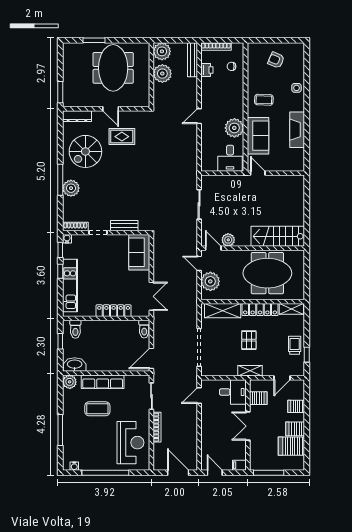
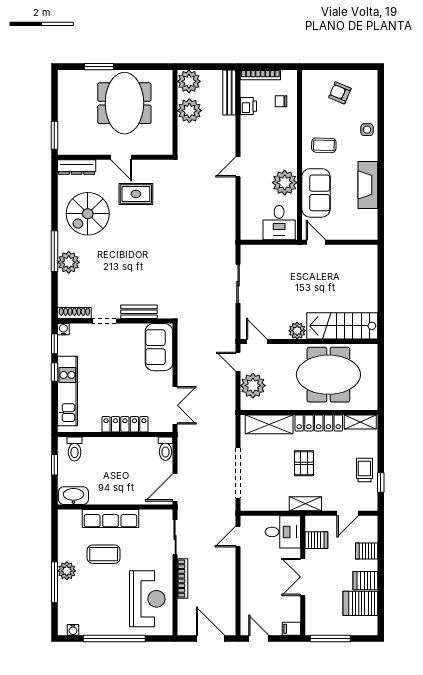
plant: (228, 240) -> (297, 331), moved
plant: (70, 382) -> (67, 571), moved

